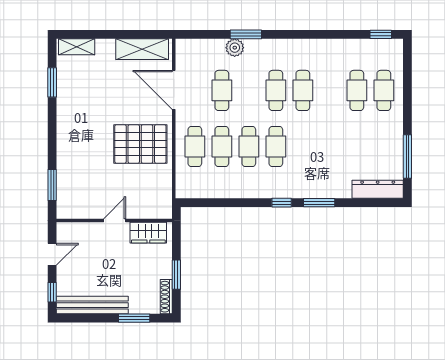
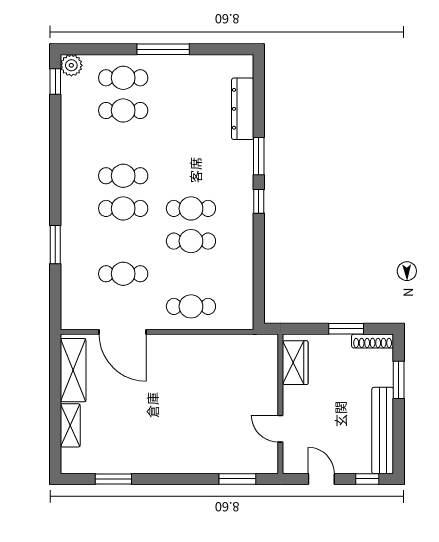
shelving: (77, 47) -> (70, 425), moved
plant: (235, 48) -> (71, 65), moved
door: (174, 90) -> (123, 332), hinge flipped
pallet: (140, 144) -> (188, 372), removed
cafe table: (222, 147) -> (191, 274), removed
window: (407, 157) -> (163, 49), moved
dresser: (378, 189) -> (243, 109), moved
door: (115, 220) -> (280, 429), moved

